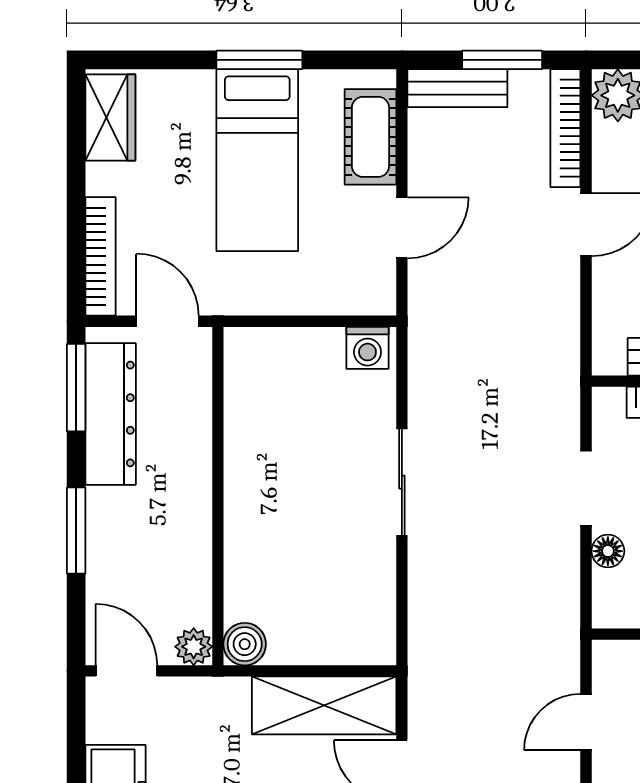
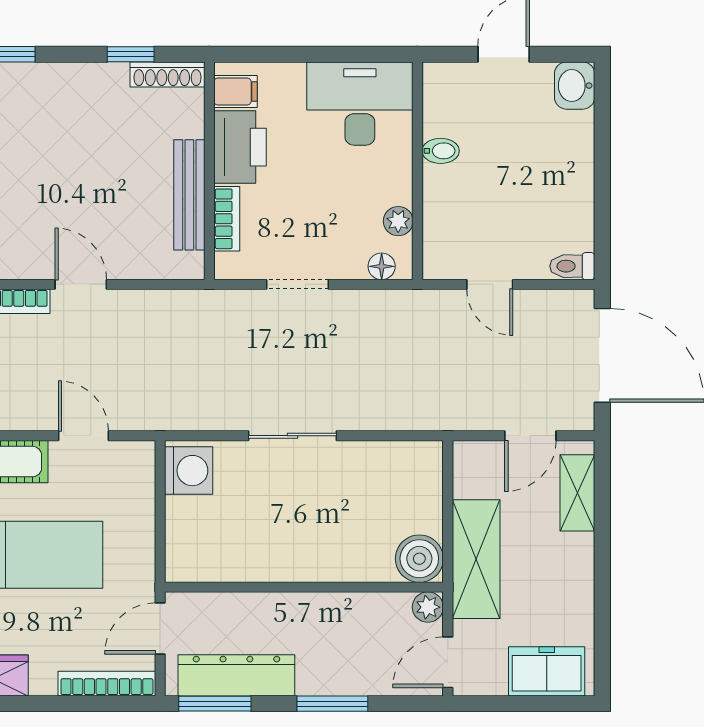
washing machine: (367, 348) -> (189, 471), width x1.38, depth x1.38
floor lamp: (608, 551) -> (382, 266), moved
boiler: (245, 644) -> (419, 559), width x1.36, depth x1.36
shelving: (324, 705) -> (476, 559), moved

